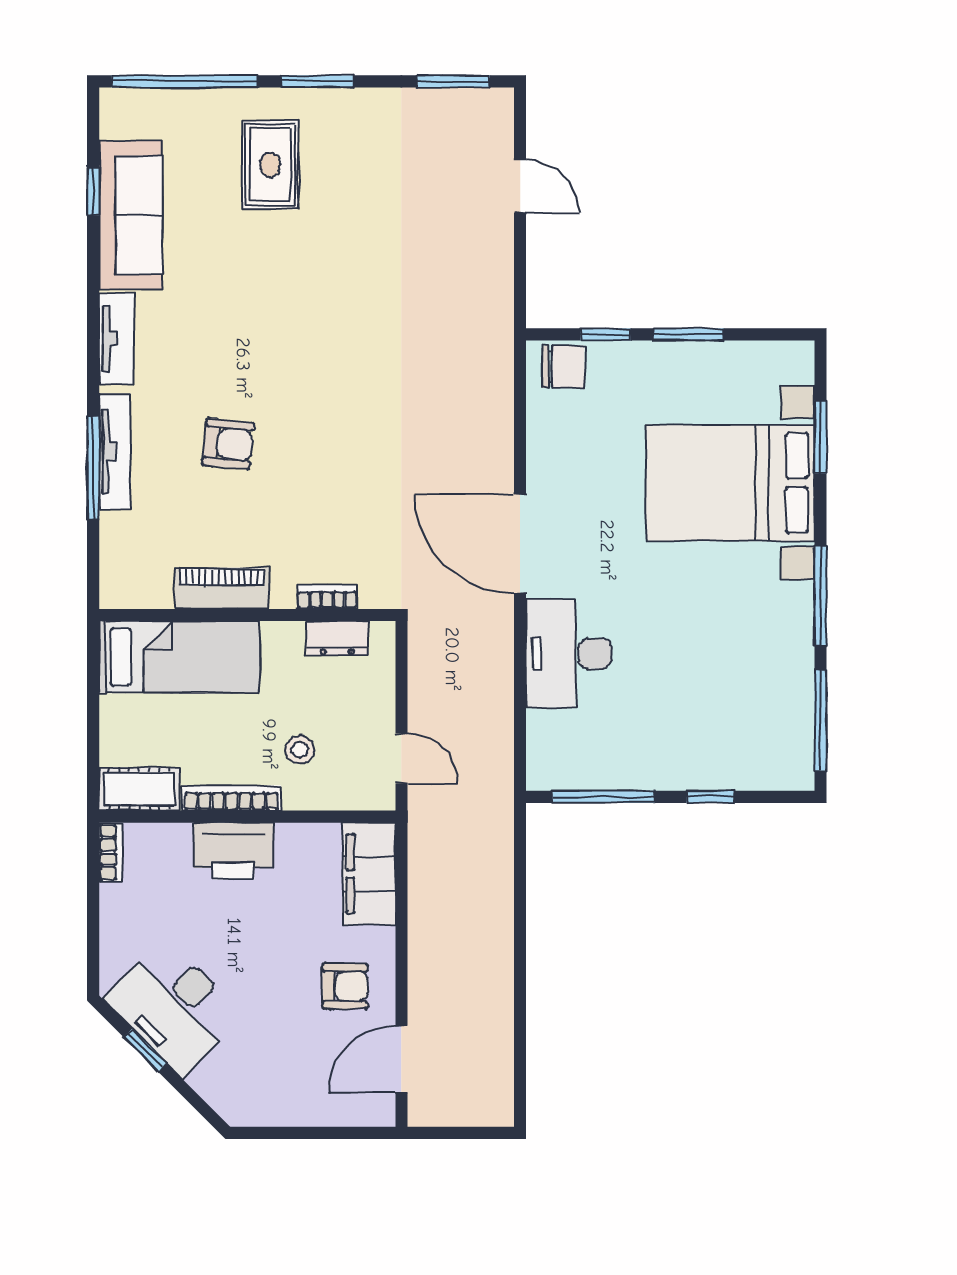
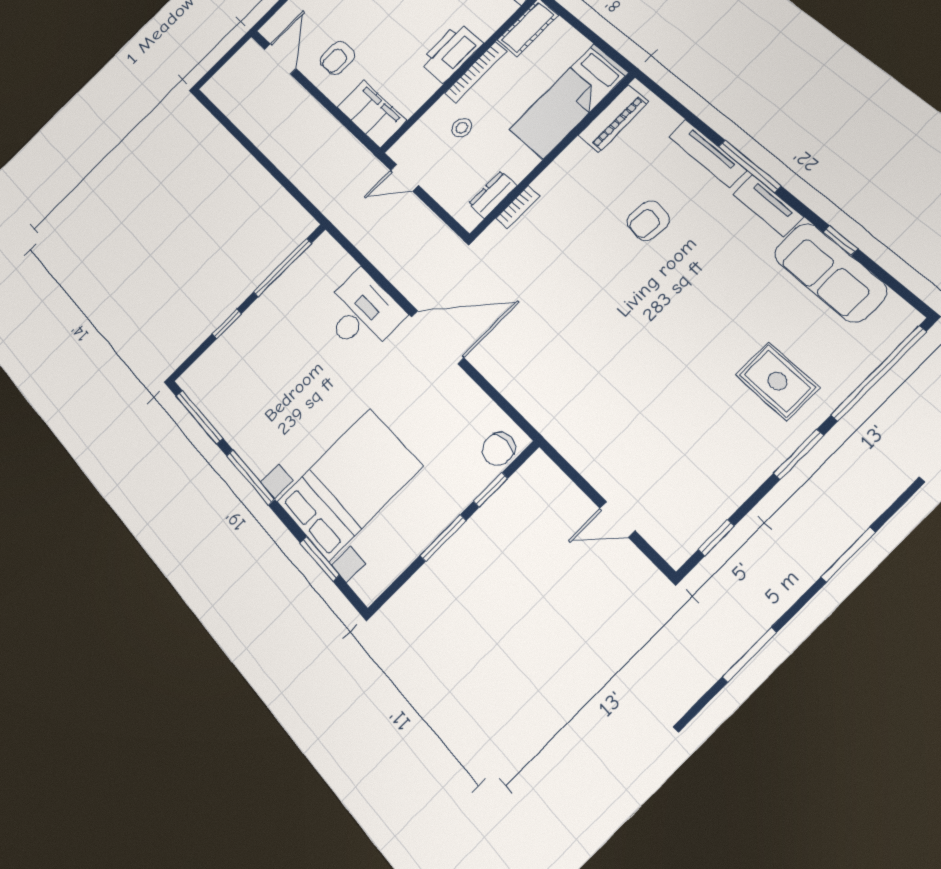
window: (453, 81) -> (716, 538), width x0.67
window: (93, 191) -> (840, 241), moved
window: (93, 468) -> (750, 166), moved
piano: (222, 588) -> (613, 119), moved

